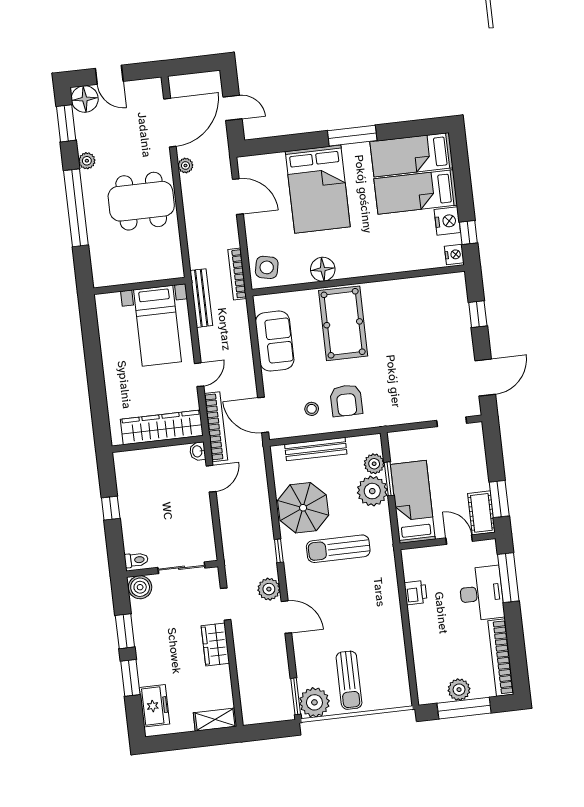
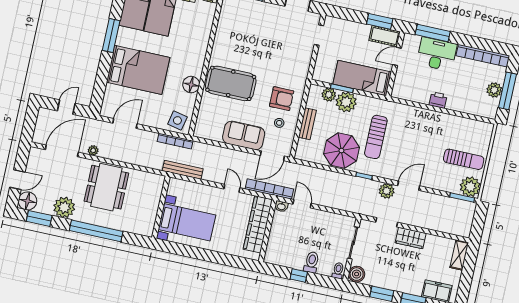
door: (170, 123) -> (62, 151), hinge flipped
plant: (87, 161) -> (64, 207), width x1.88, depth x1.88
bed with nightstands: (158, 326) -> (187, 222), moved
sofa: (275, 341) -> (244, 135), moved
bench: (316, 449) -> (307, 124), width x0.73
toilet: (135, 520) -> (312, 262), added
printer: (416, 593) -> (438, 100), moved

